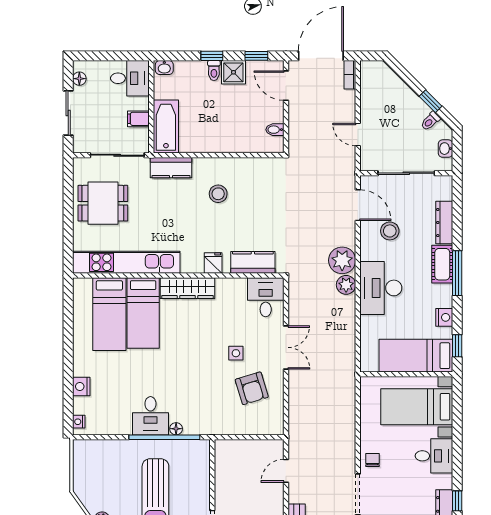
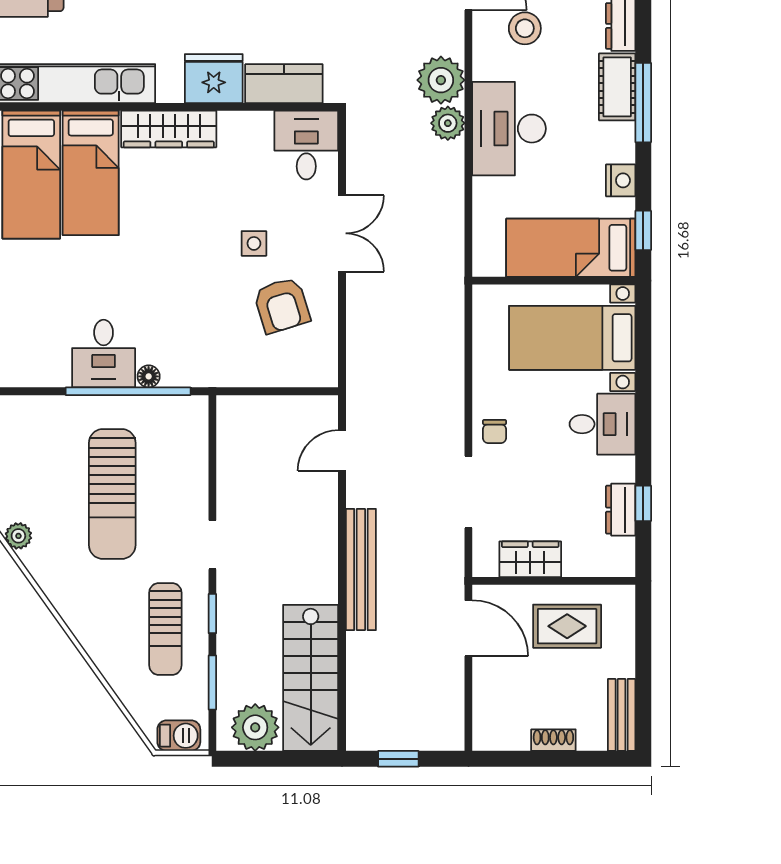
fridge: (213, 263) -> (214, 79), width x1.88, depth x1.34
chair: (373, 460) -> (494, 432), turned 180

